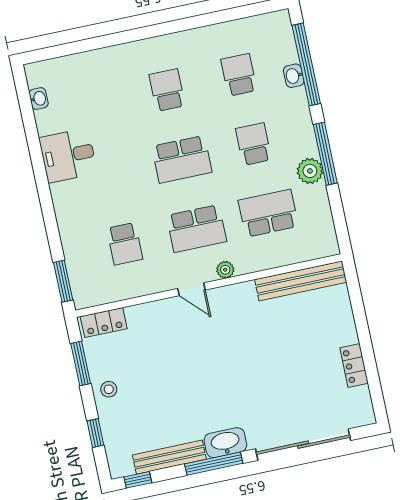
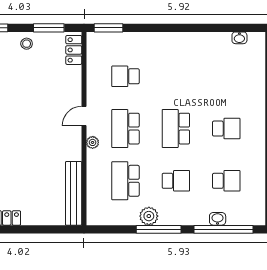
desk: (68, 155) -> (195, 50), removed
school desk: (268, 213) -> (126, 181), turned 180

